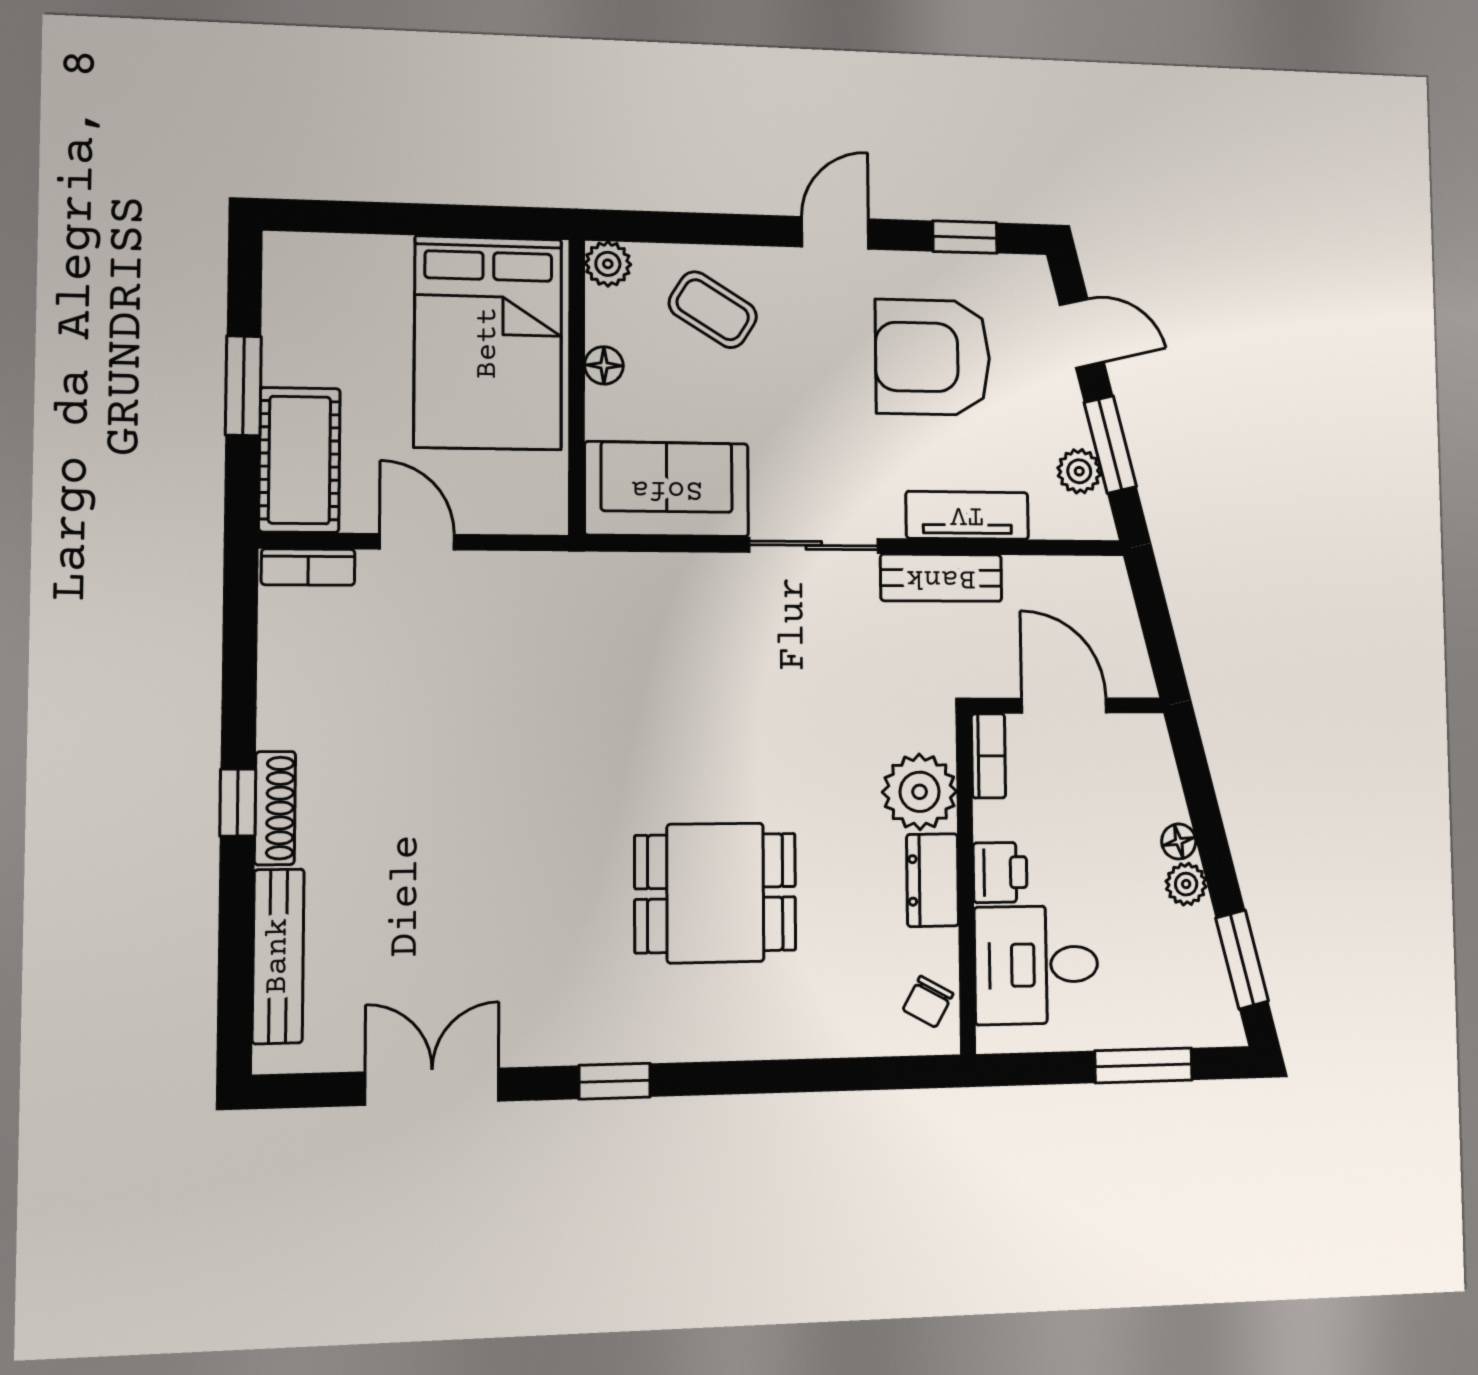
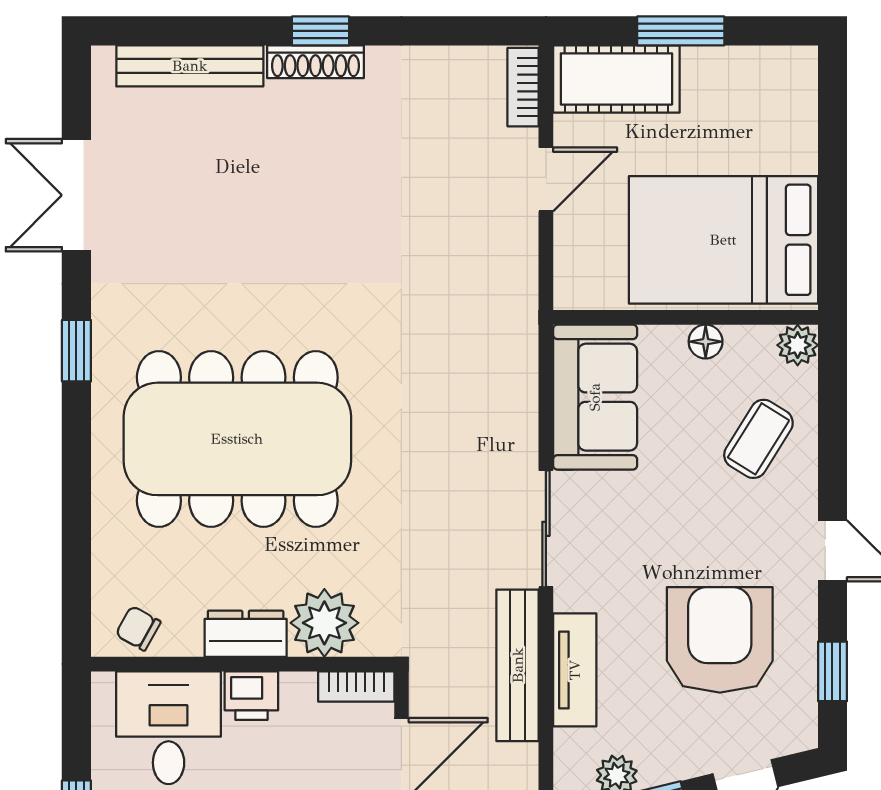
bench: (941, 578) -> (518, 665), width x1.36
dining table: (715, 893) -> (237, 439), width x1.88, depth x1.24
double door: (432, 1087) -> (76, 195), swing flipped

